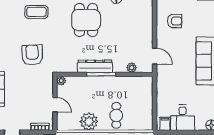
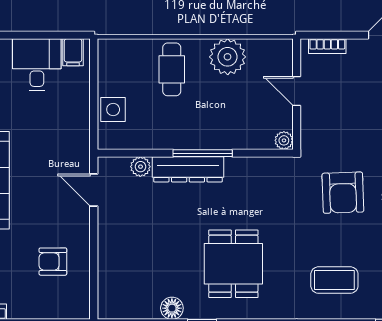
dresser: (95, 66) -> (188, 169), moved
side table: (145, 96) -> (113, 110), added

